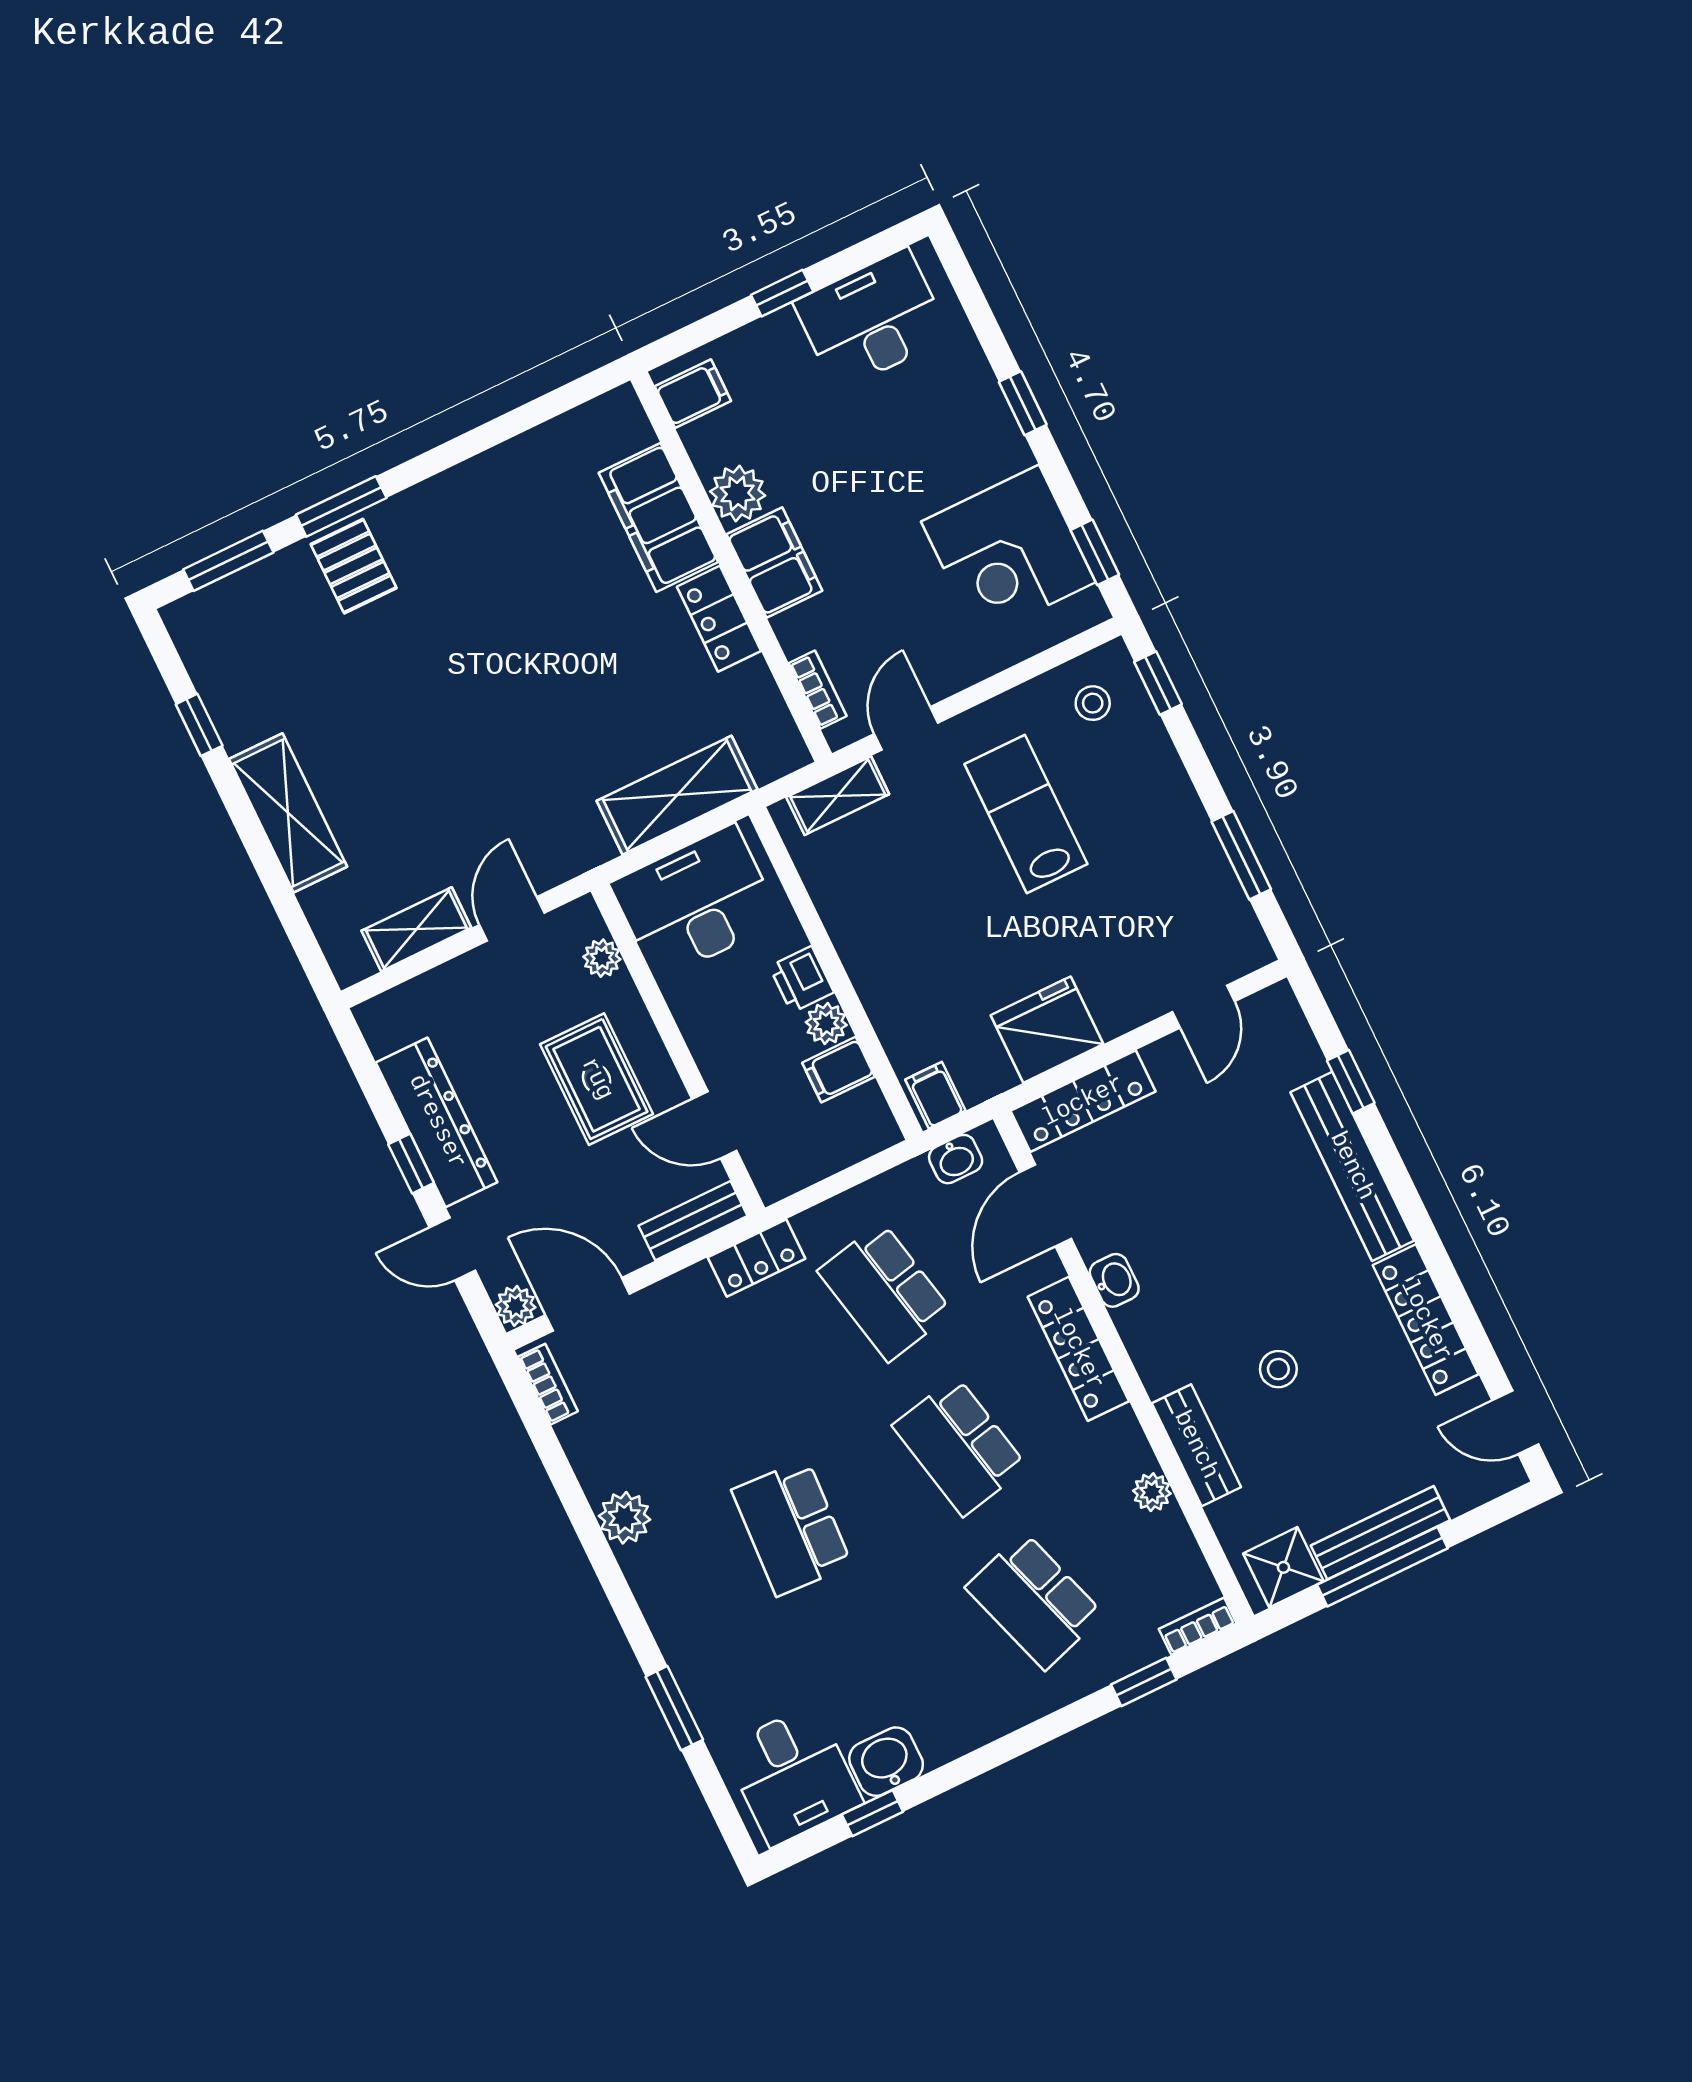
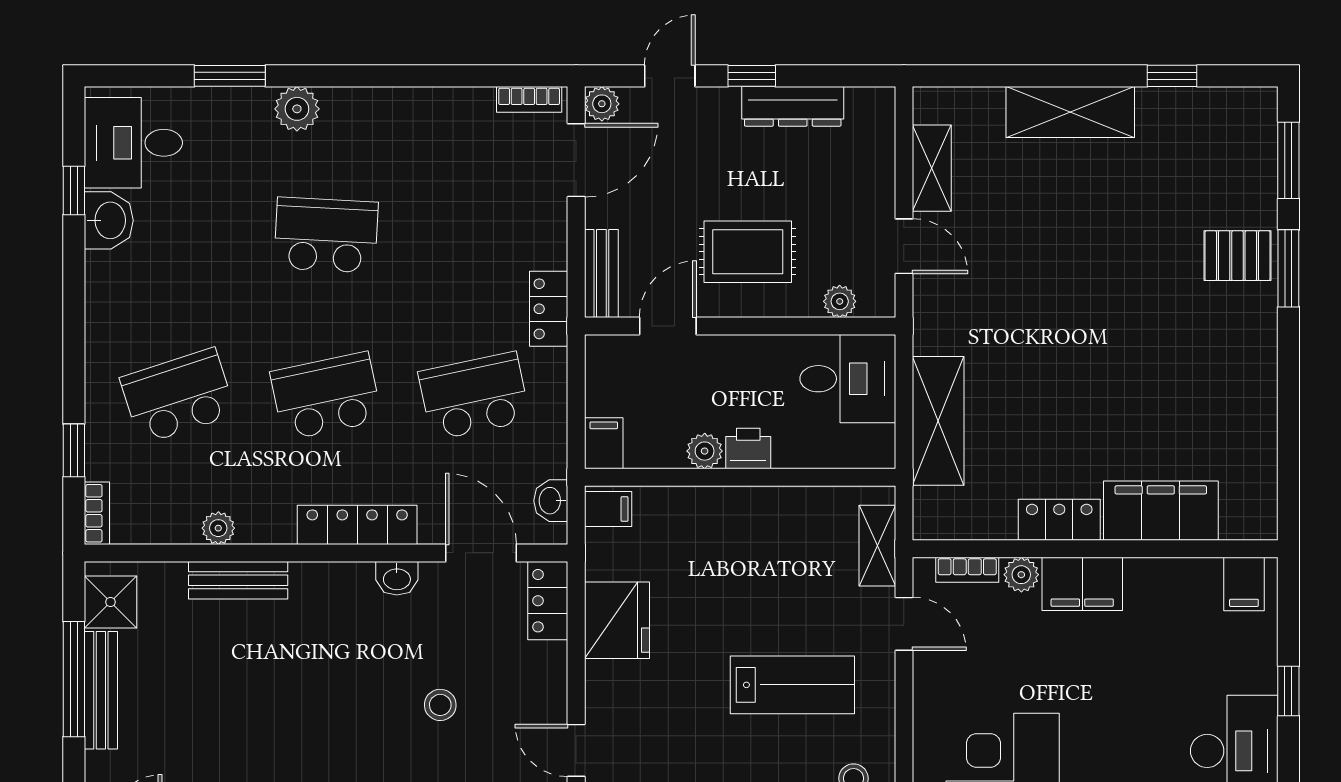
plant: (738, 493) -> (1021, 575), moved, width x0.73, depth x0.73
desk: (696, 902) -> (848, 379), width x0.73
filing cabinet: (839, 1070) -> (604, 443), moved
locker: (1083, 1101) -> (548, 601), width x0.66
dresser: (437, 1122) -> (793, 106), width x0.73, depth x0.80
stool: (1278, 1369) -> (440, 705), moved
plant: (625, 1518) -> (297, 109), moved

